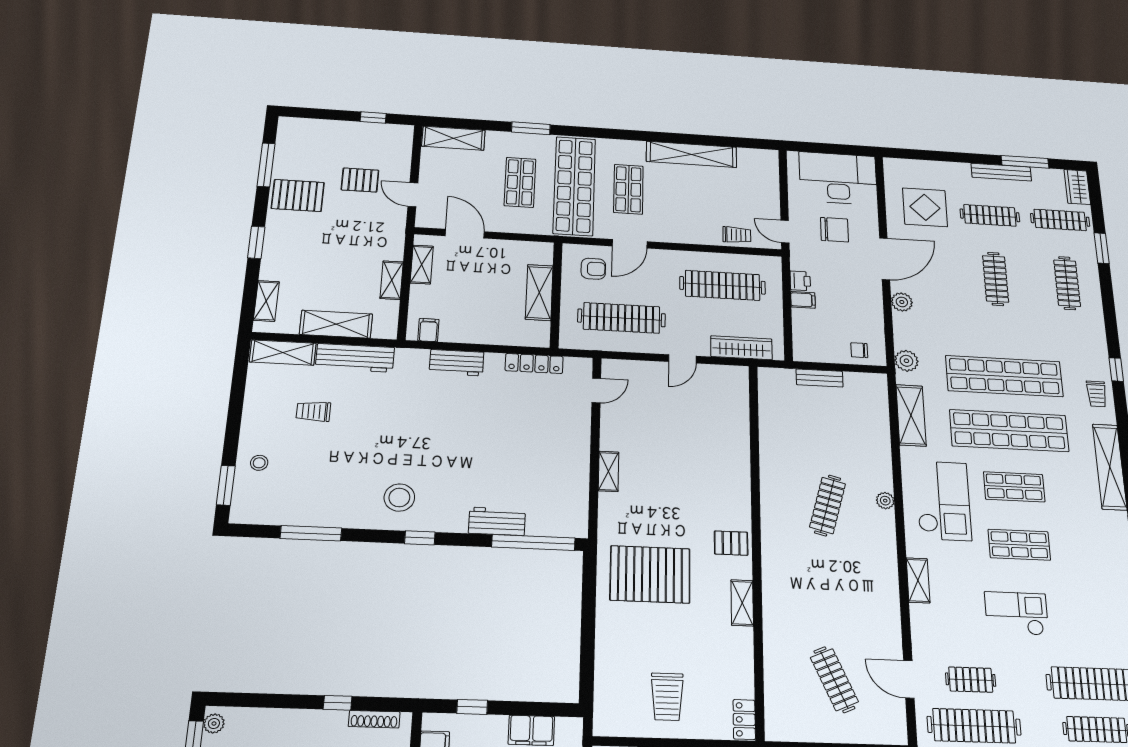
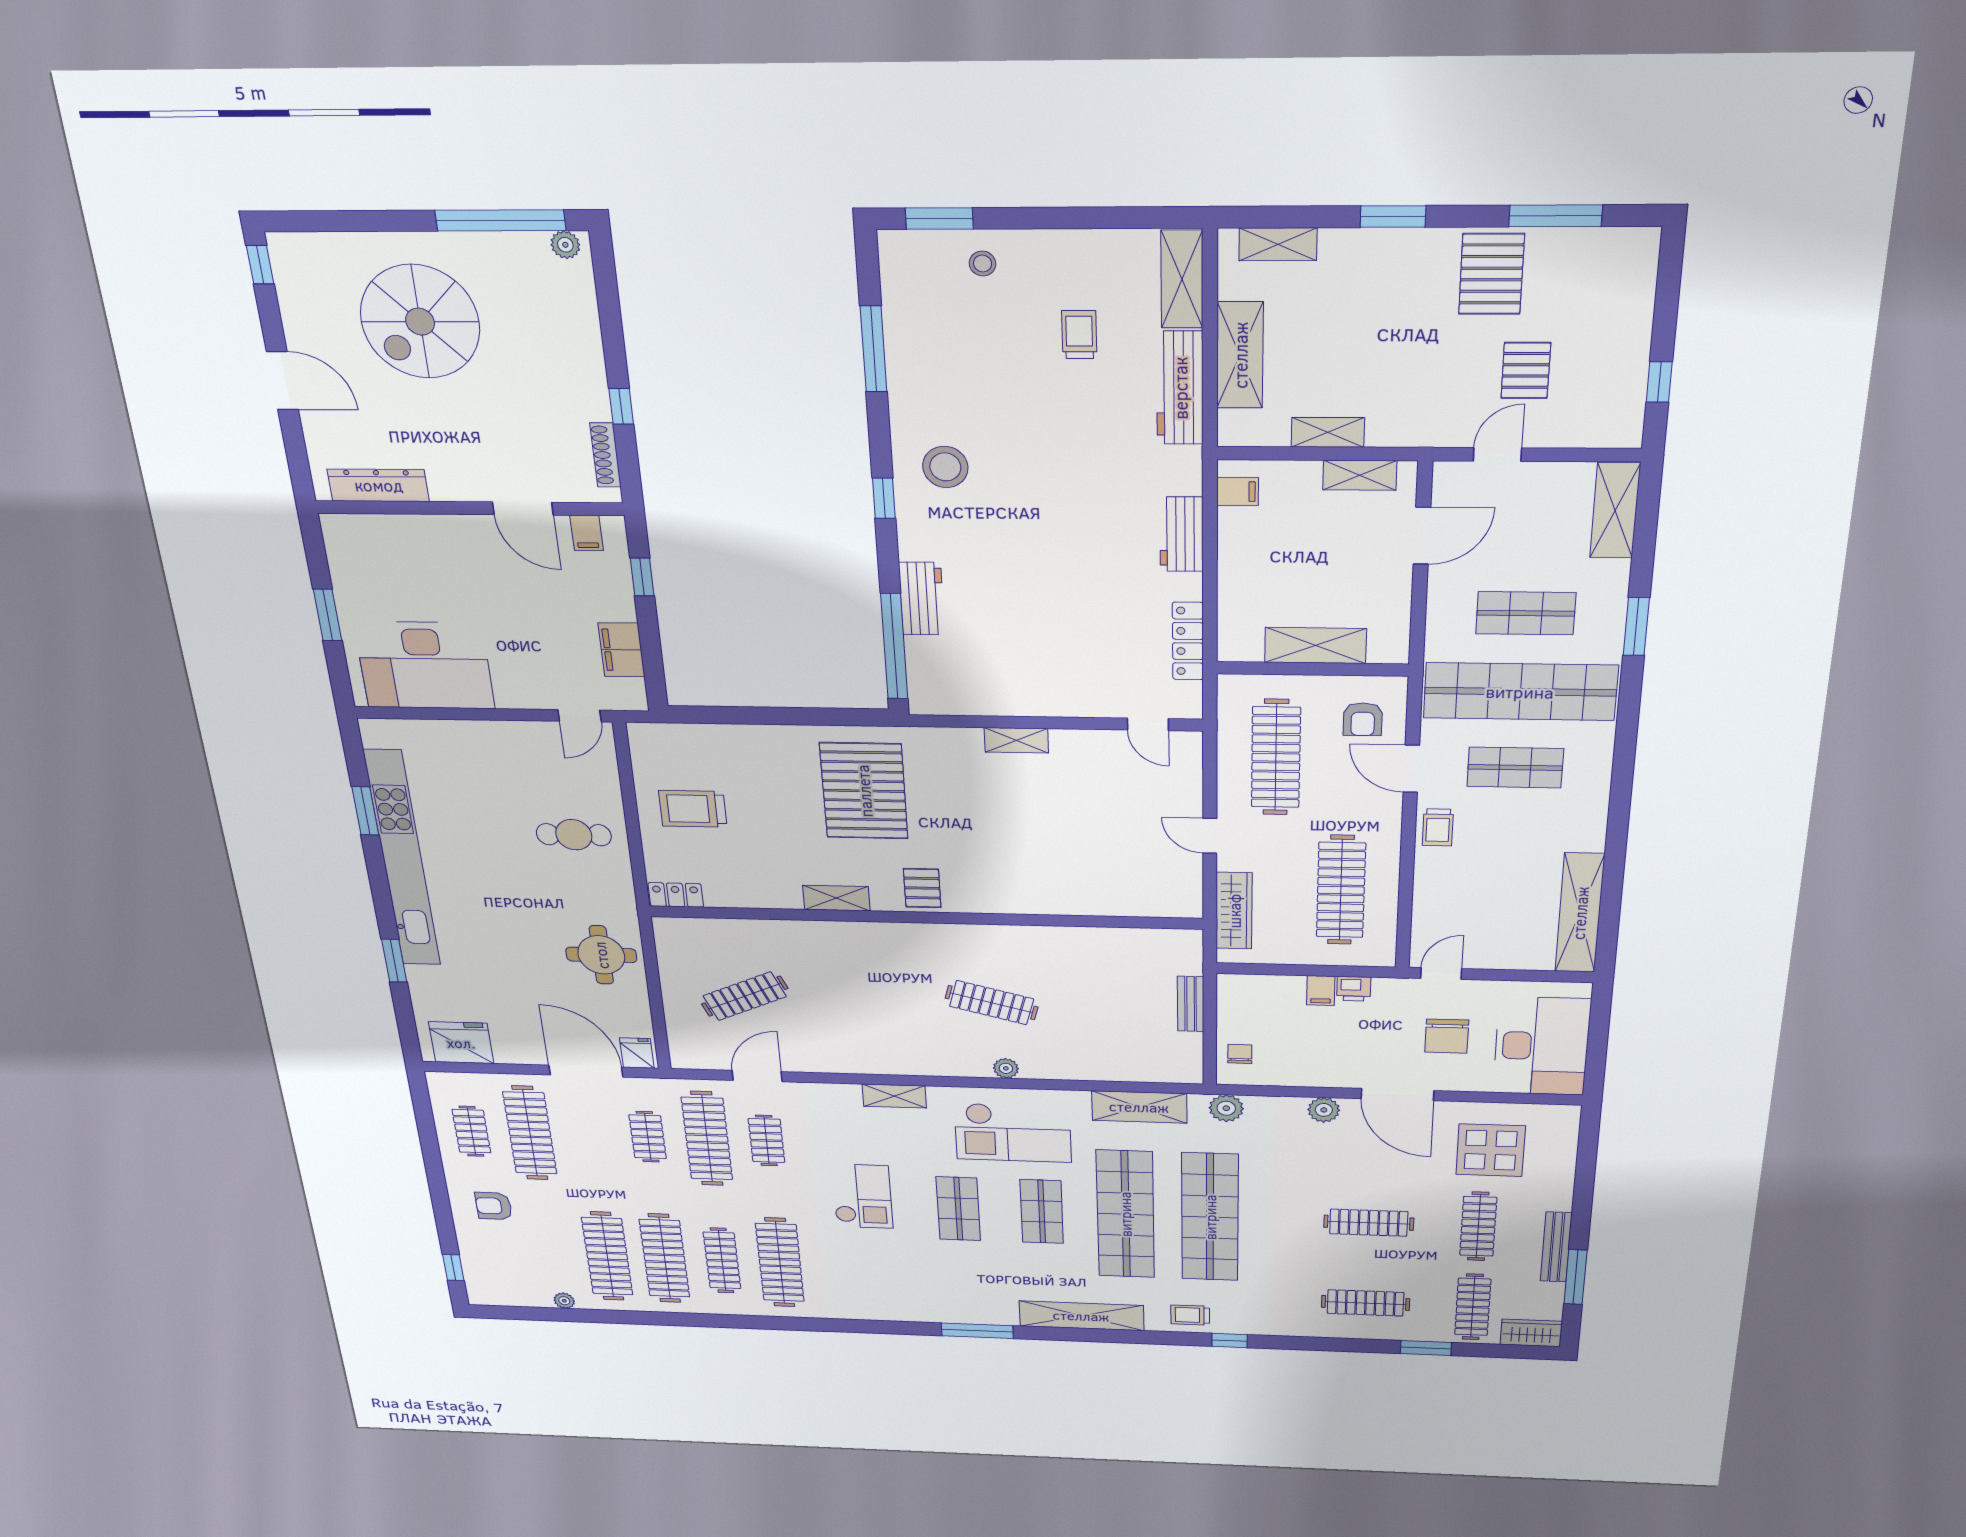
shelving: (692, 154) -> (1580, 913), moved
trolley: (737, 235) -> (1438, 827), moved

